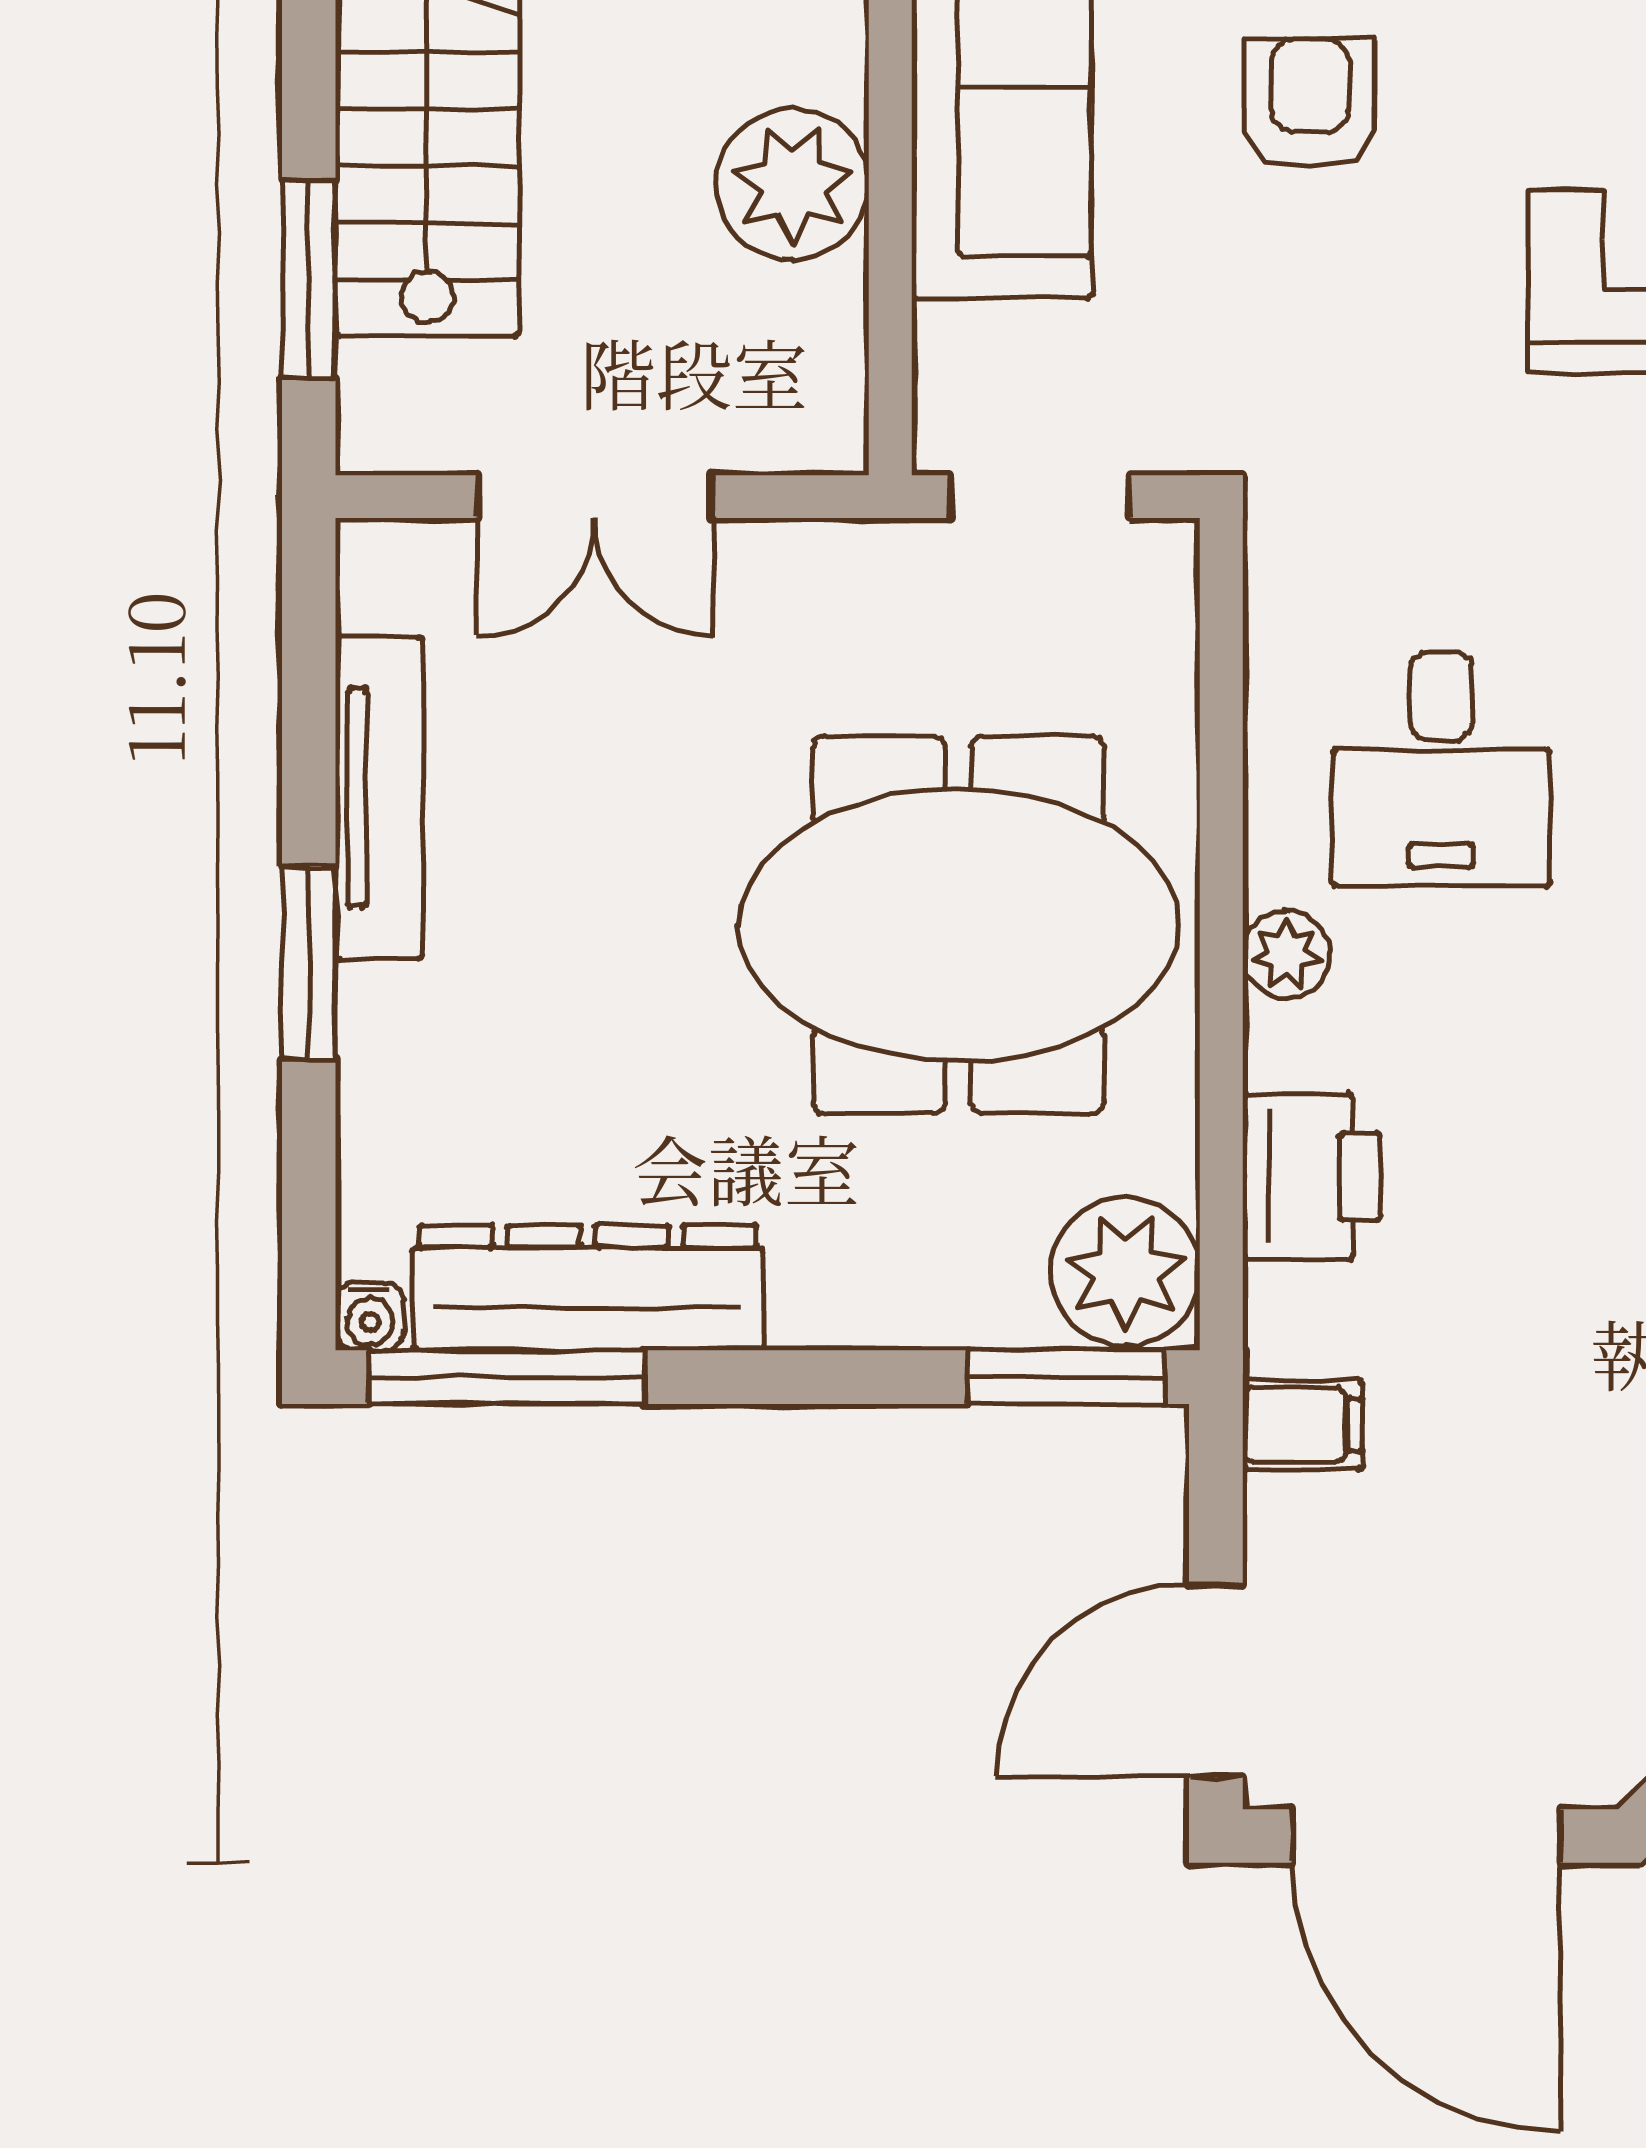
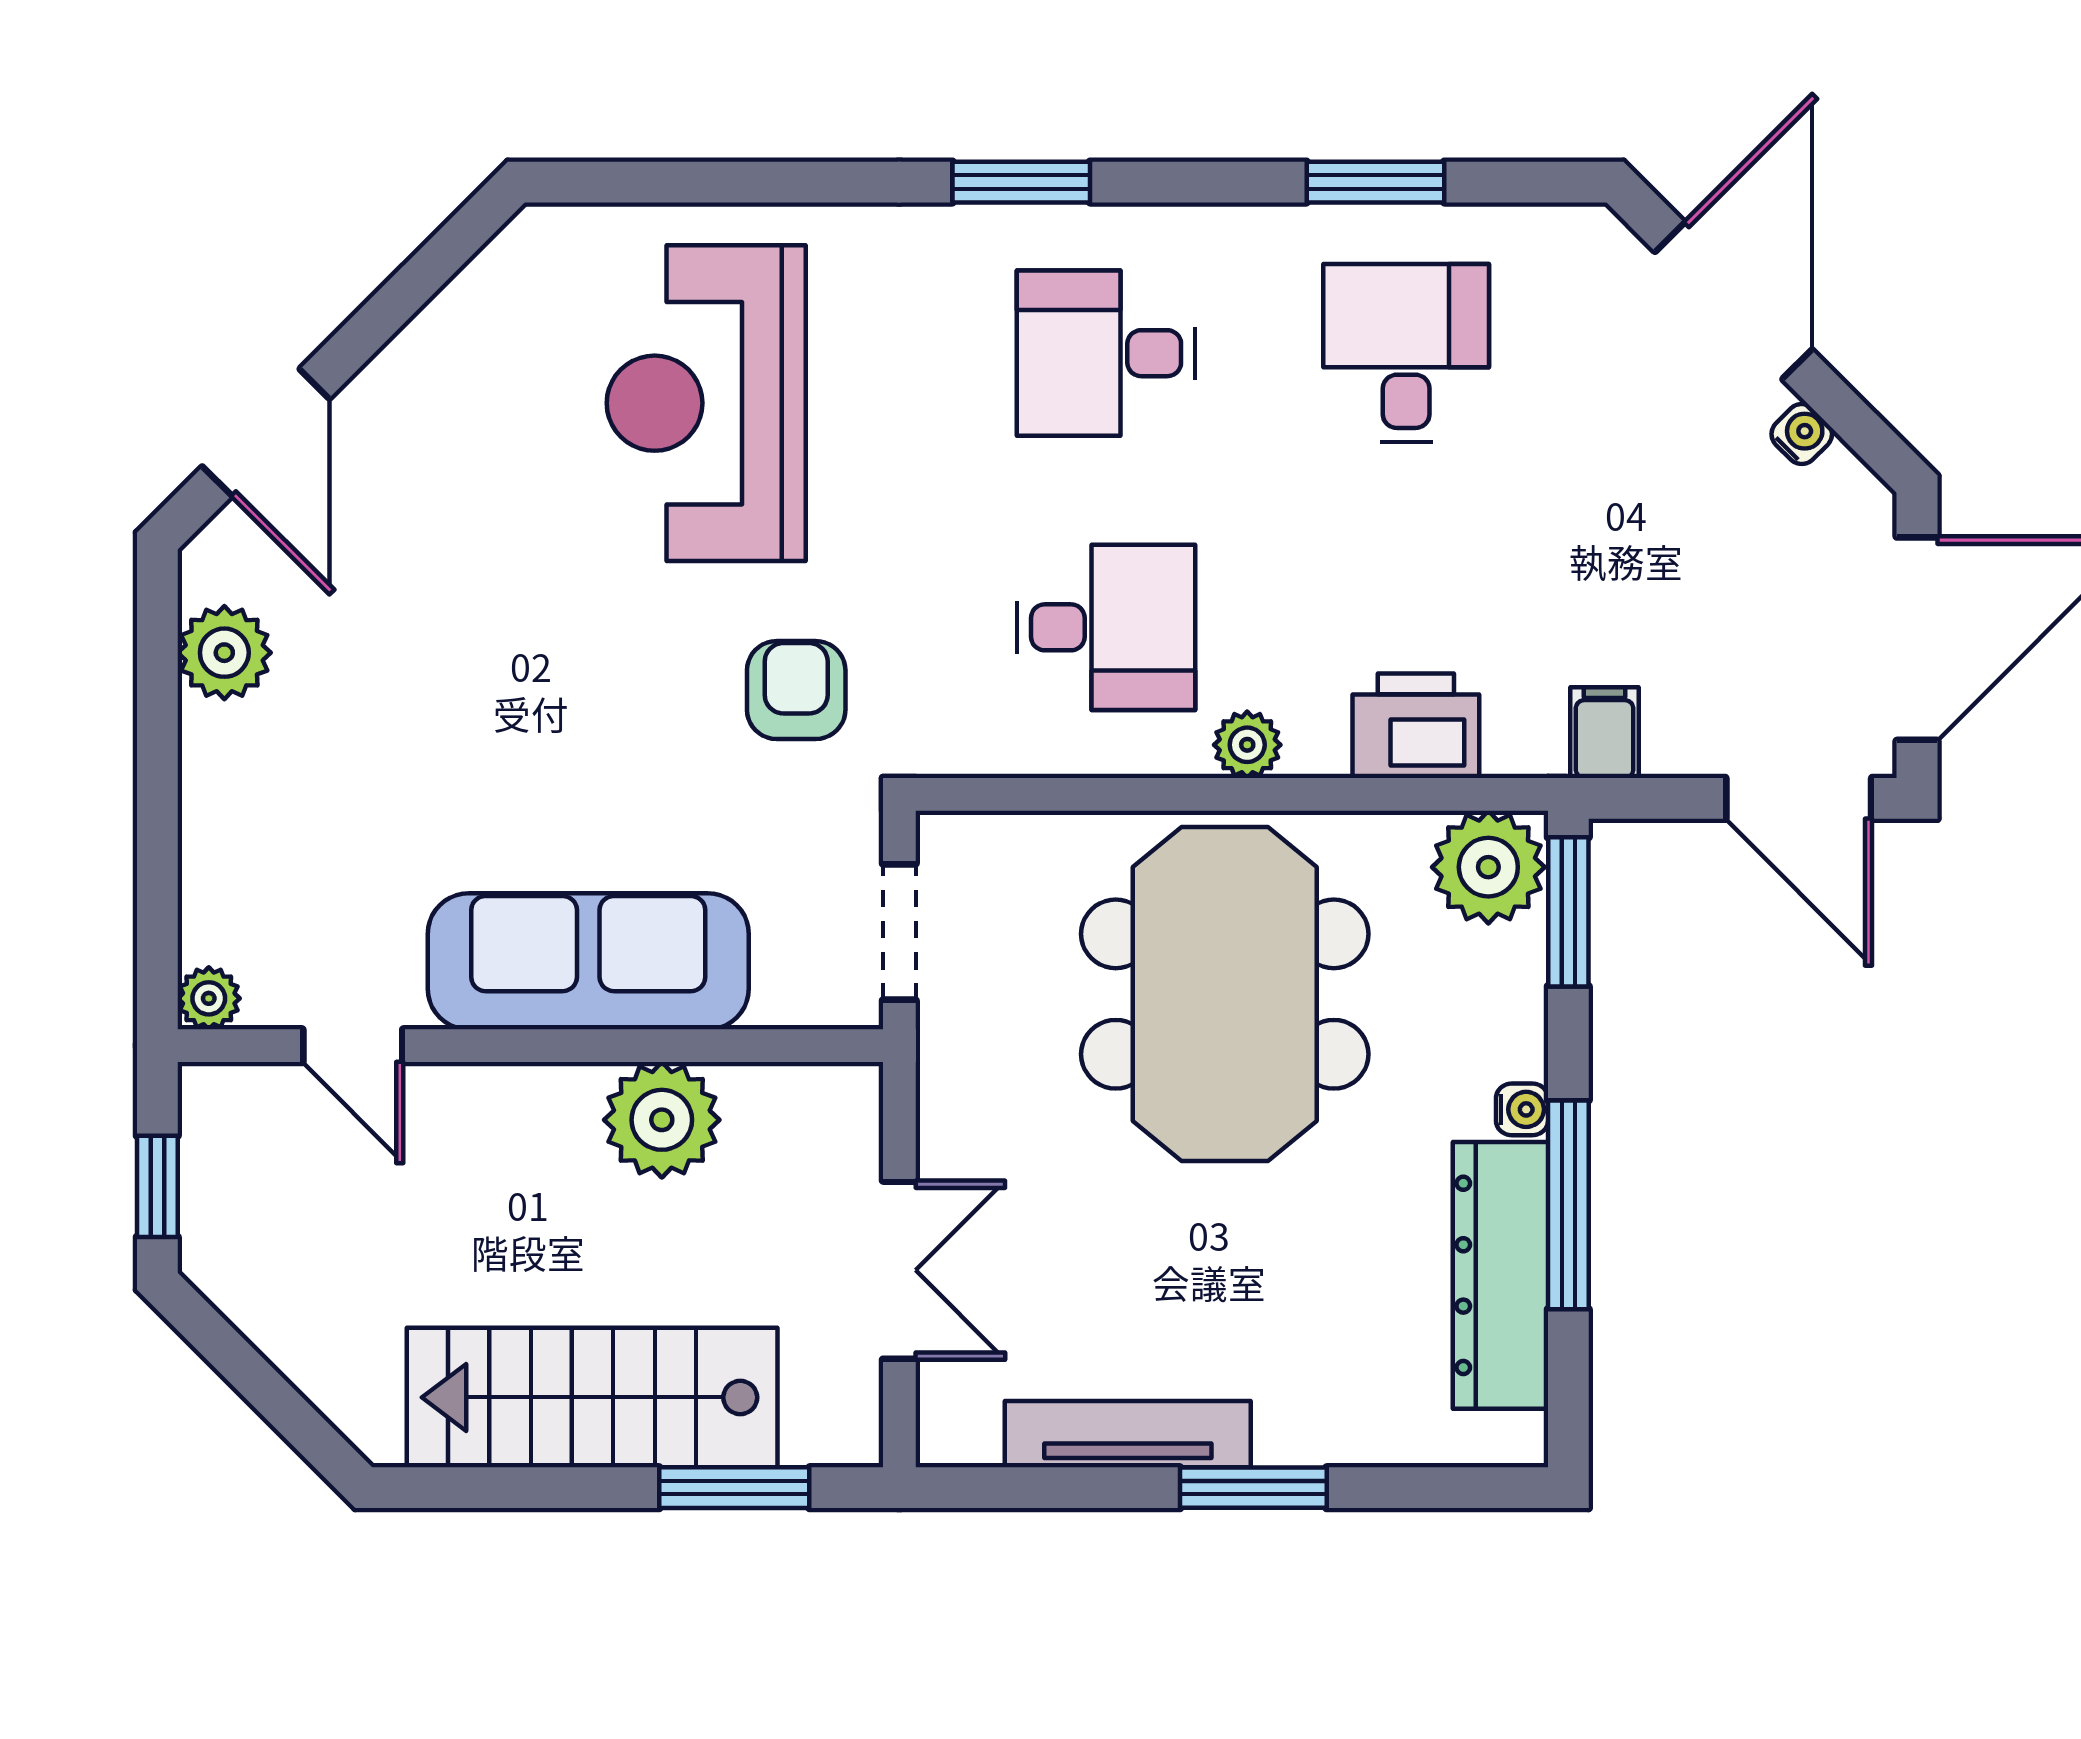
armchair: (1310, 104) -> (796, 690), moved, turned 90
water cooler: (370, 1316) -> (1522, 1109), moved
window: (507, 1377) -> (1568, 1205), moved

